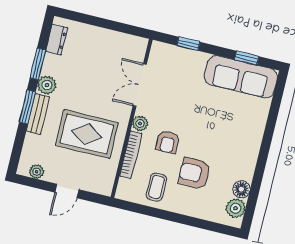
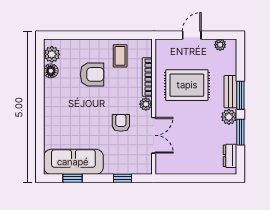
armchair: (168, 142) -> (121, 123), moved

